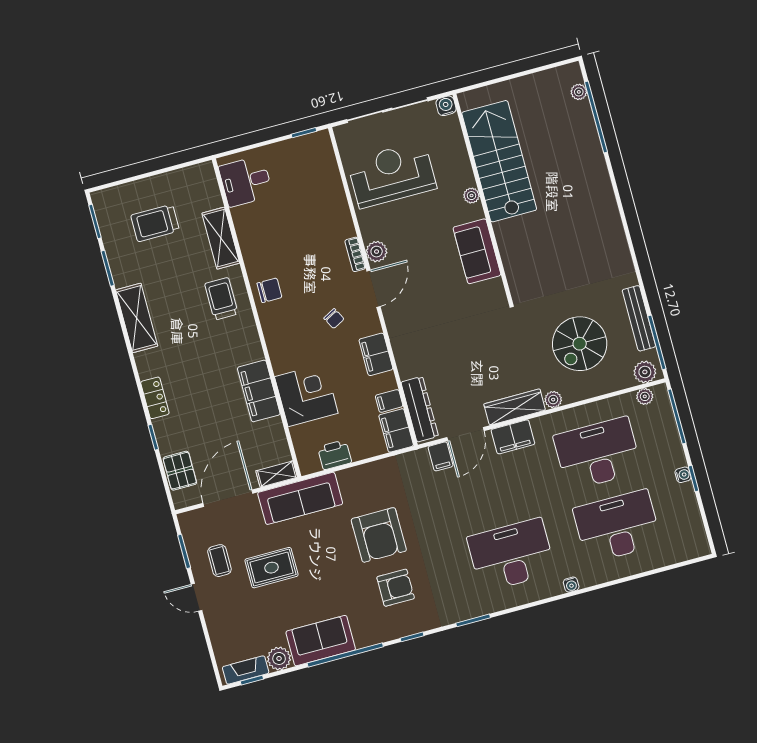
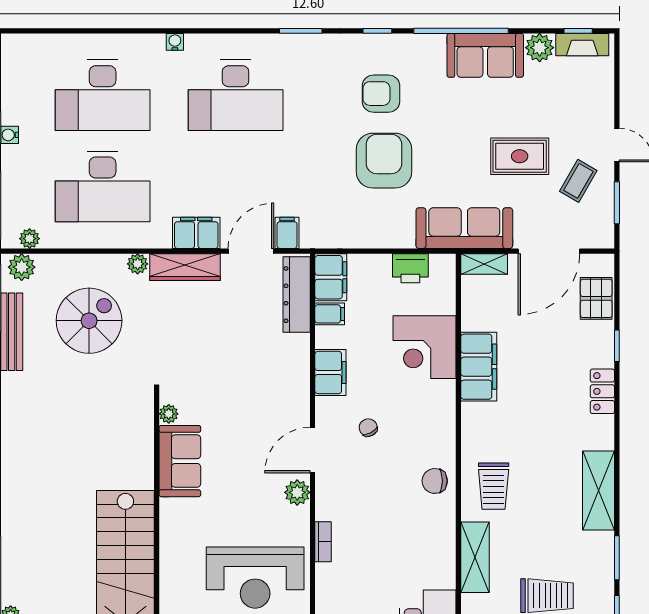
plant: (471, 196) -> (169, 414), moved
bookcase: (355, 254) -> (323, 542), moved
coffee table: (219, 561) -> (578, 181), turned 30

